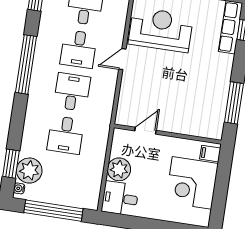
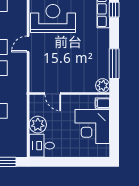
plant: (214, 130) -> (103, 86), added
door: (145, 131) -> (53, 94), swing flipped

